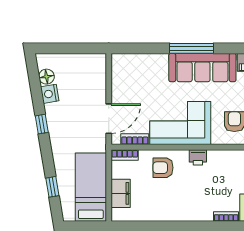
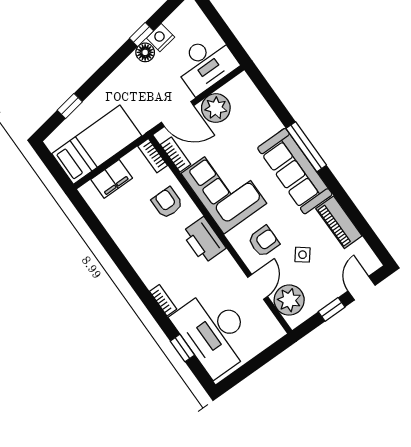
desk: (88, 76) -> (206, 64), added
floor lamp: (47, 77) -> (145, 52), moved
plant: (123, 90) -> (216, 108), added
window: (42, 124) -> (141, 35), moved
printer: (198, 157) -> (204, 240), width x1.87, depth x1.48

